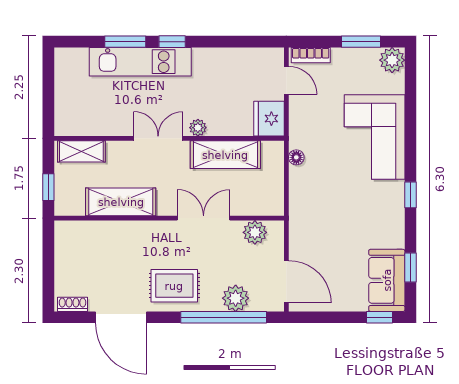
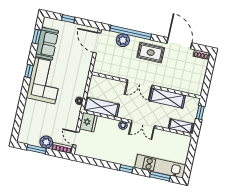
window: (125, 42) -> (160, 176), moved
plant: (392, 60) -> (46, 142), moved
kitchen unit: (140, 62) -> (160, 166), moved
corner sofa: (375, 137) -> (45, 81), moved
shelving: (225, 155) -> (101, 107), moved
double door: (204, 218) -> (140, 84), moved
plant: (255, 232) -> (107, 70), removed
sofa: (387, 280) -> (47, 44), moved
window: (380, 317) -> (68, 19), moved

